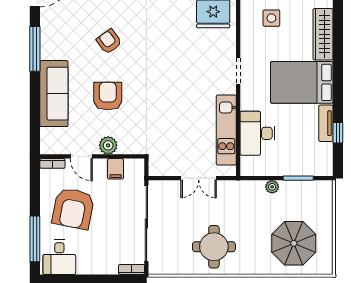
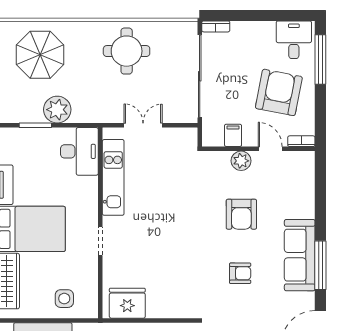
armchair: (109, 41) -> (240, 273), turned -54
sofa: (54, 94) -> (300, 255), moved
desk: (258, 133) -> (79, 151), moved
plant: (272, 187) -> (57, 110), width x1.88, depth x1.88

